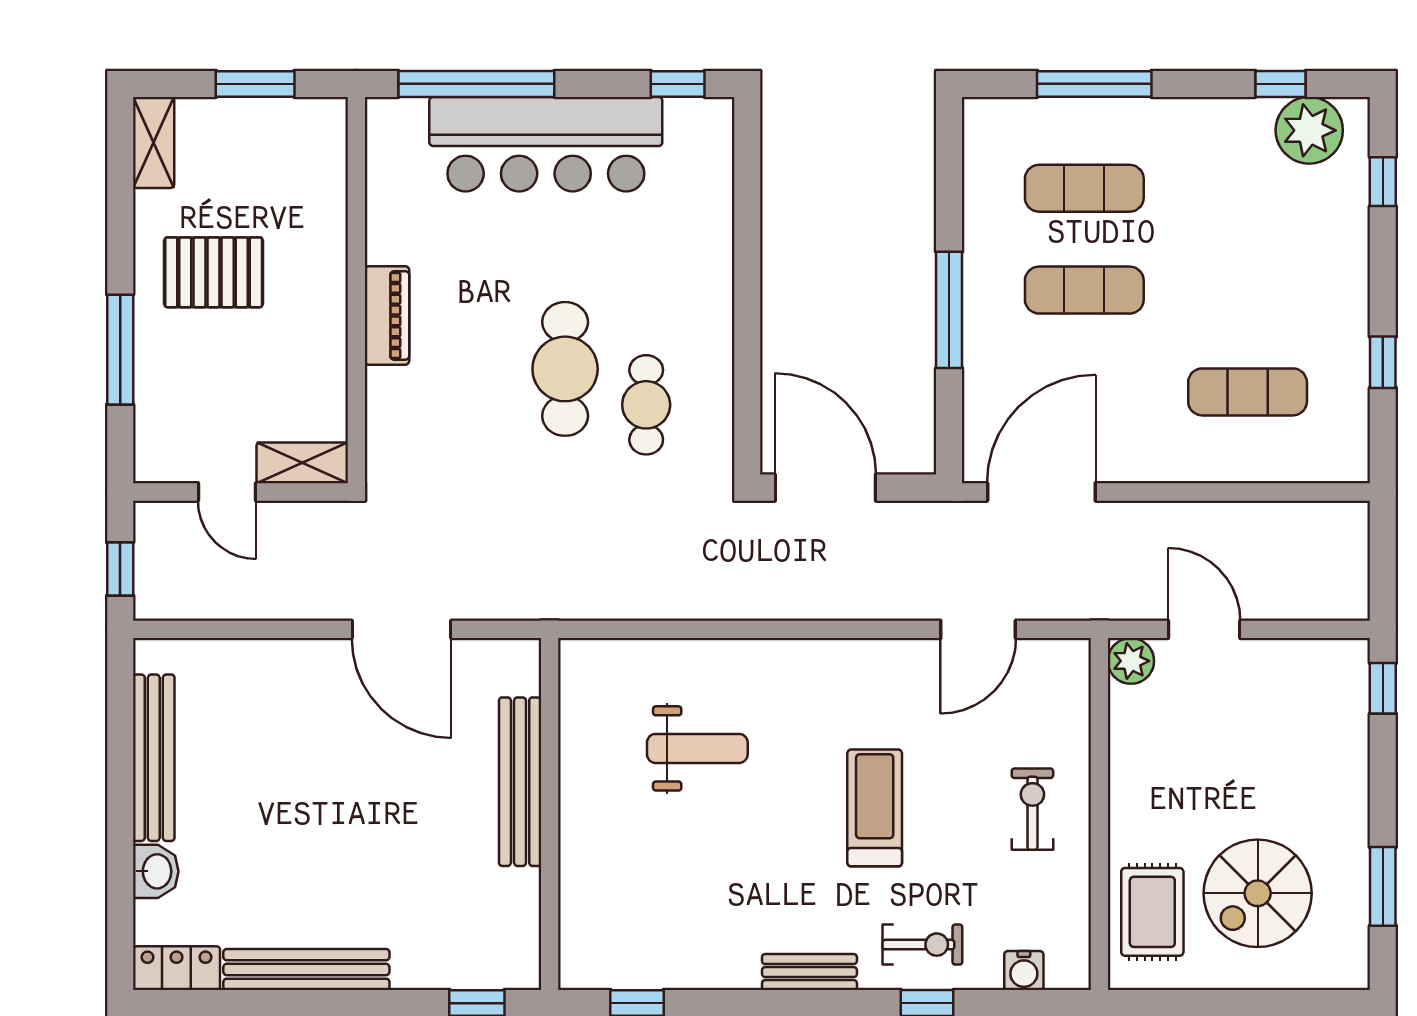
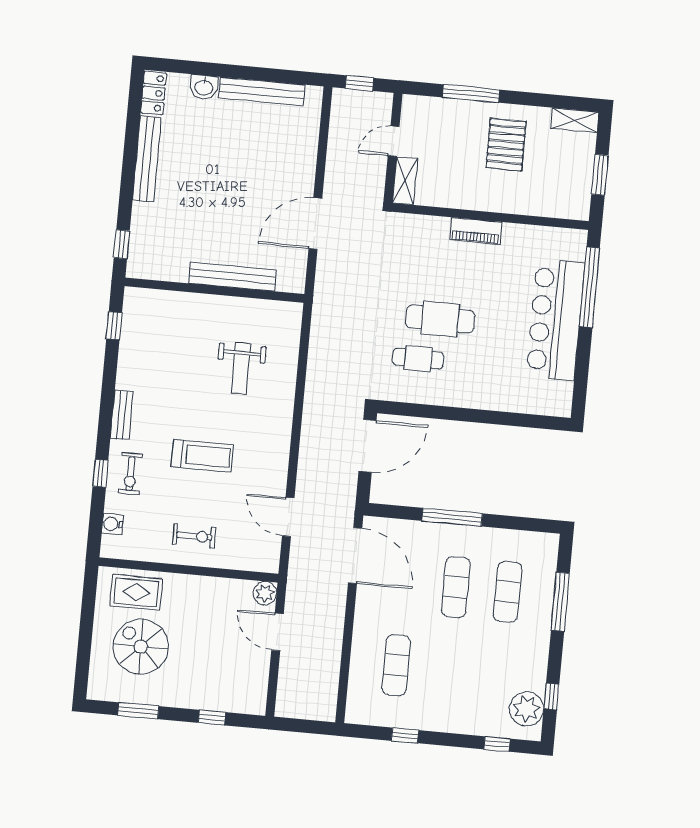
window: (678, 84) -> (580, 390), removed
door: (1204, 629) -> (278, 632), swing flipped
window: (1383, 688) -> (212, 718), moved

